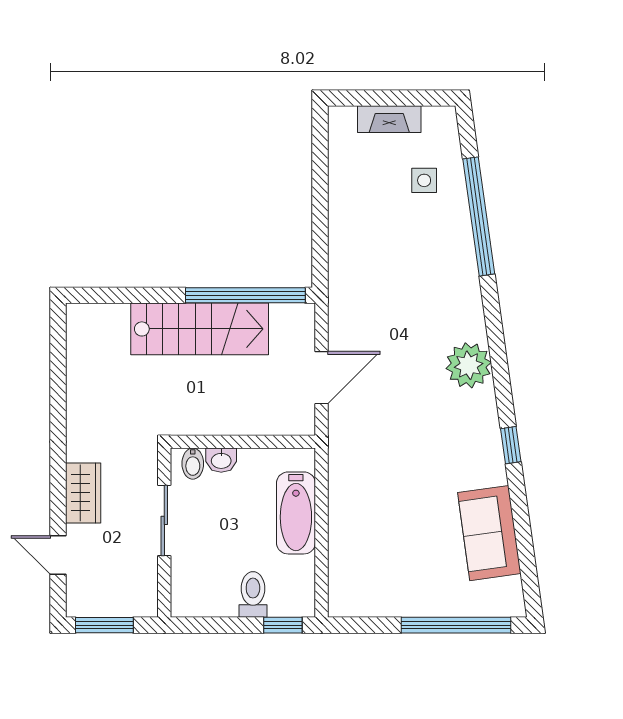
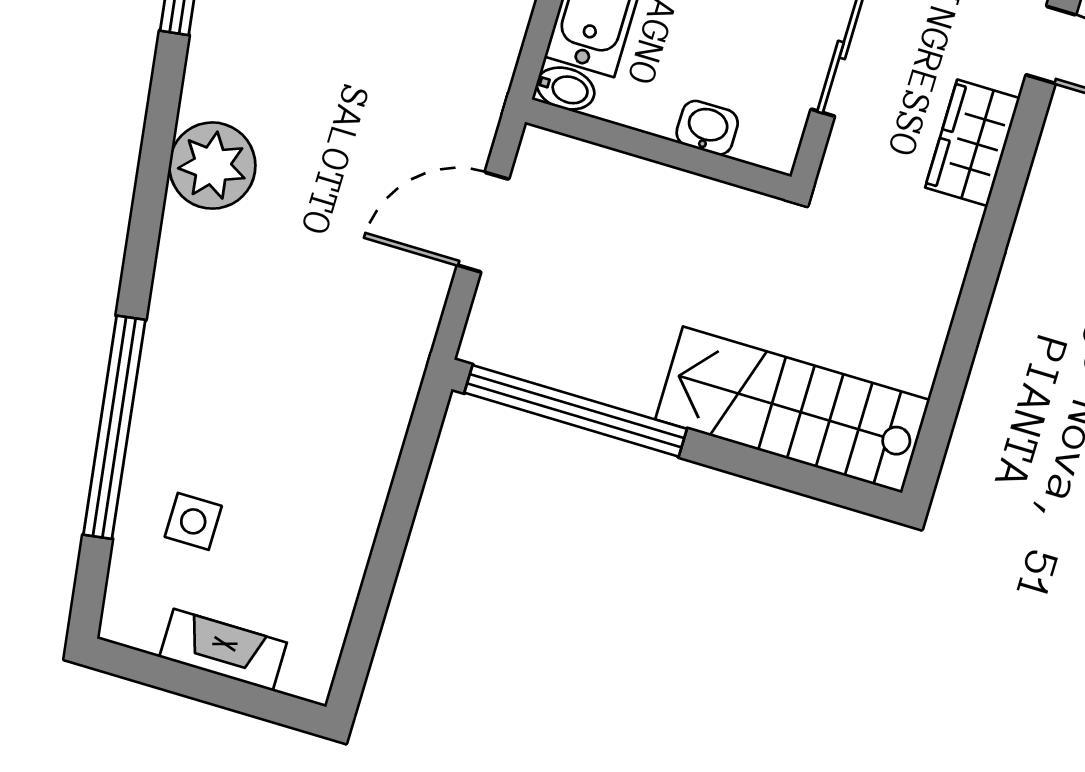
stairs: (200, 329) -> (793, 410), moved
bidet: (193, 464) -> (566, 89), moved, turned 90

